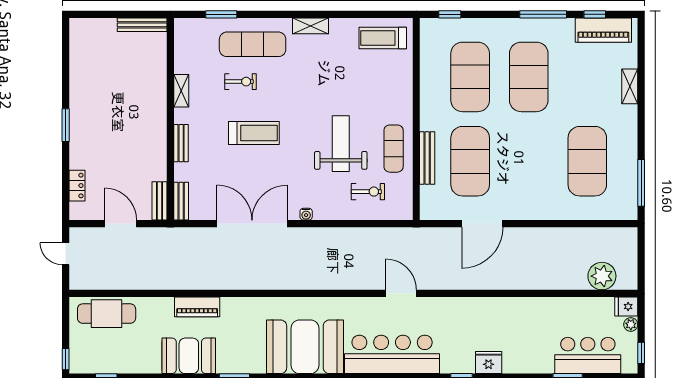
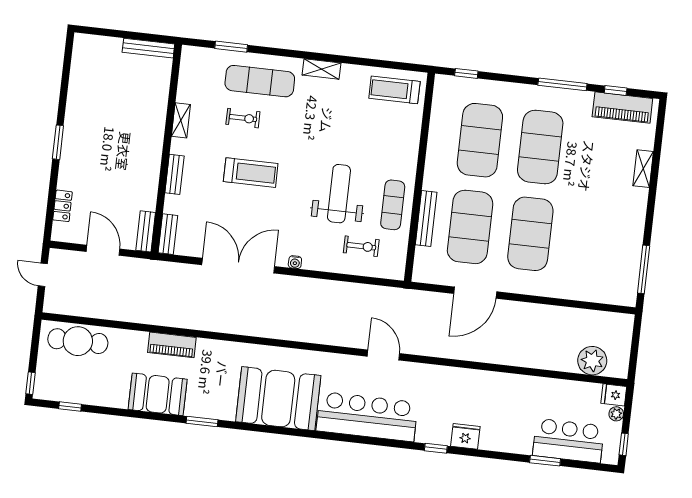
exercise mat: (587, 161) -> (530, 234), moved

